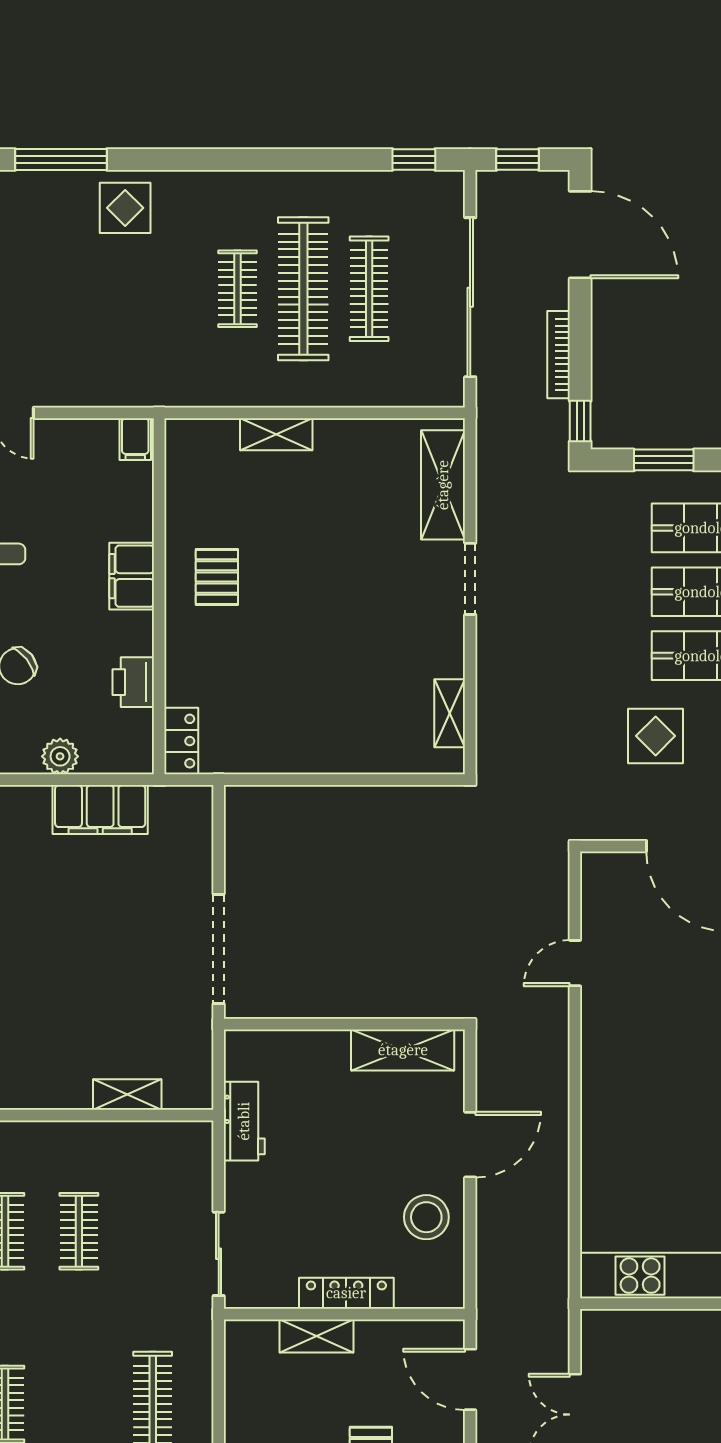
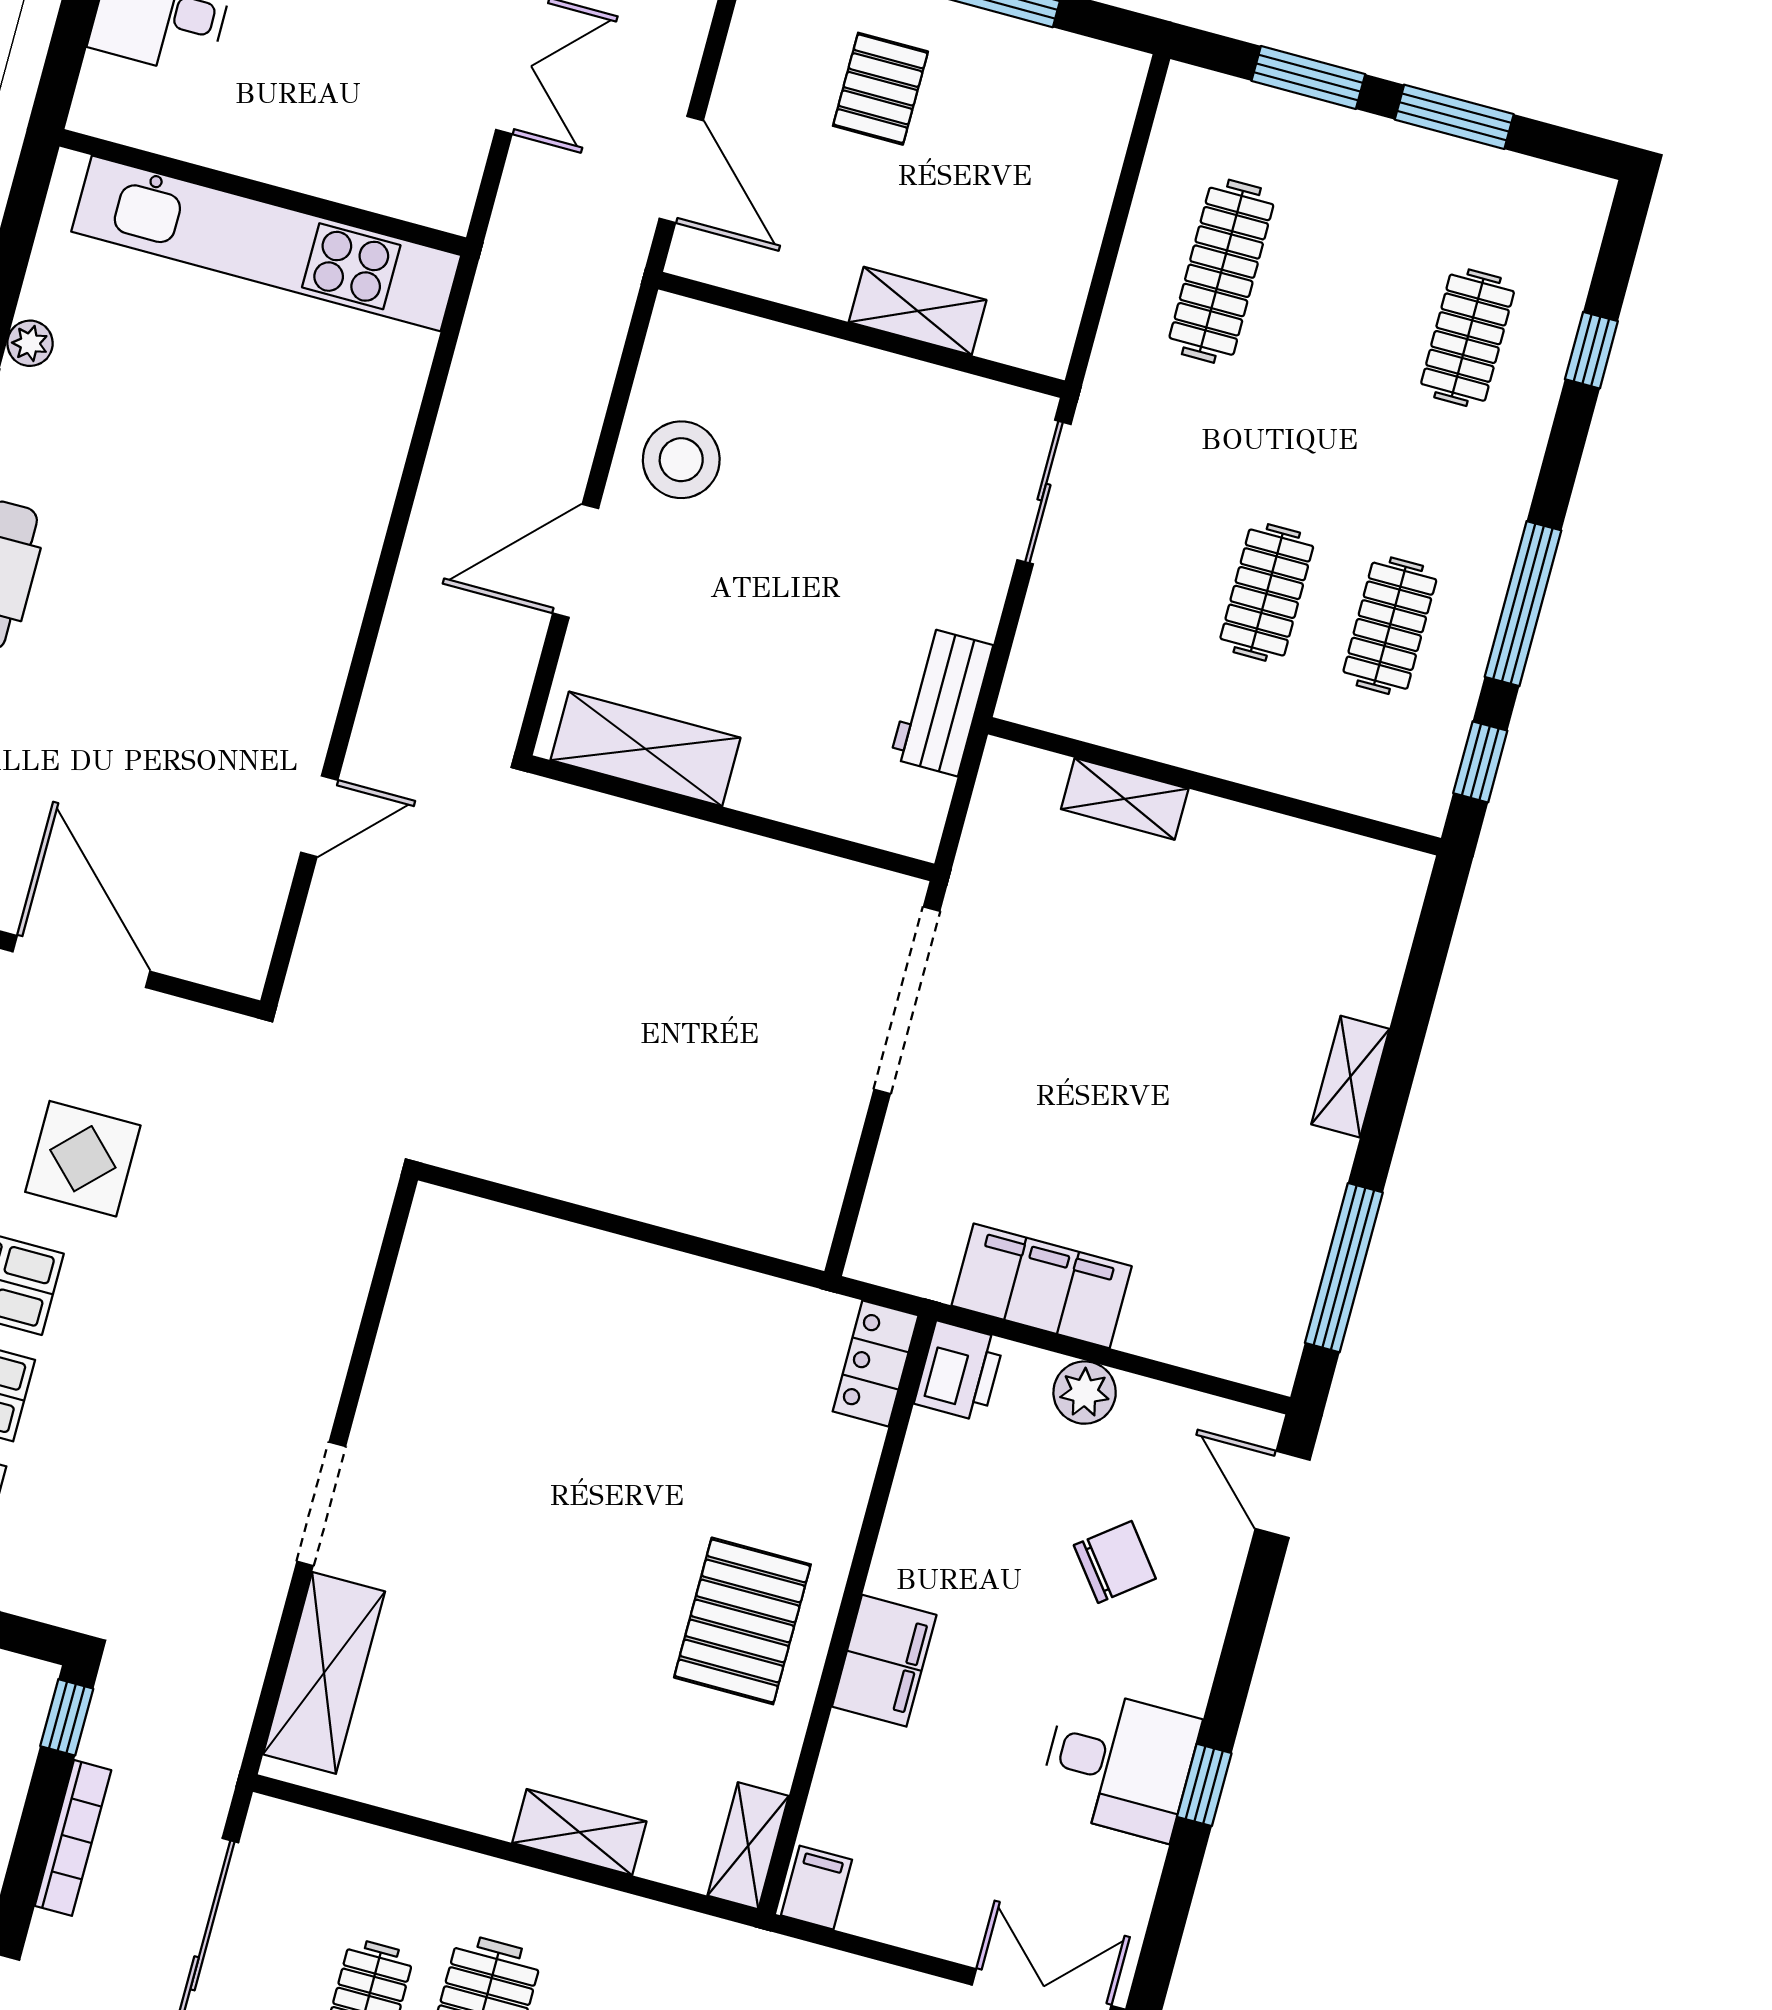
pallet: (217, 577) -> (742, 1621), width x1.50, depth x1.42
printer: (133, 682) -> (959, 1371), moved
shelving: (450, 713) -> (748, 1846), moved
locker: (346, 1293) -> (849, 369), removed

